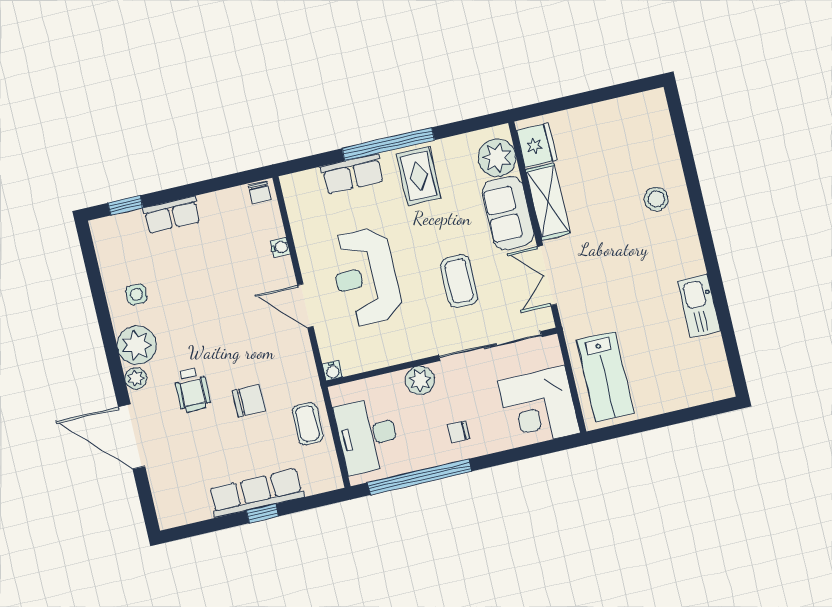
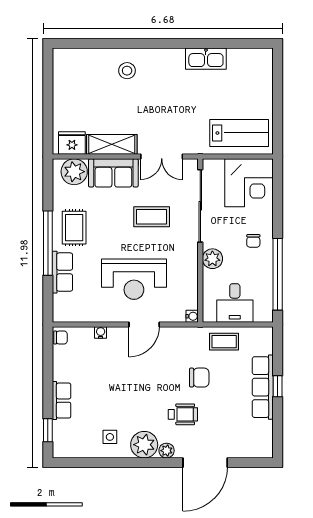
rug: (418, 176) -> (74, 228), turned 90
chair: (249, 401) -> (199, 378), turned 90
desk: (367, 435) -> (235, 303), width x0.73

